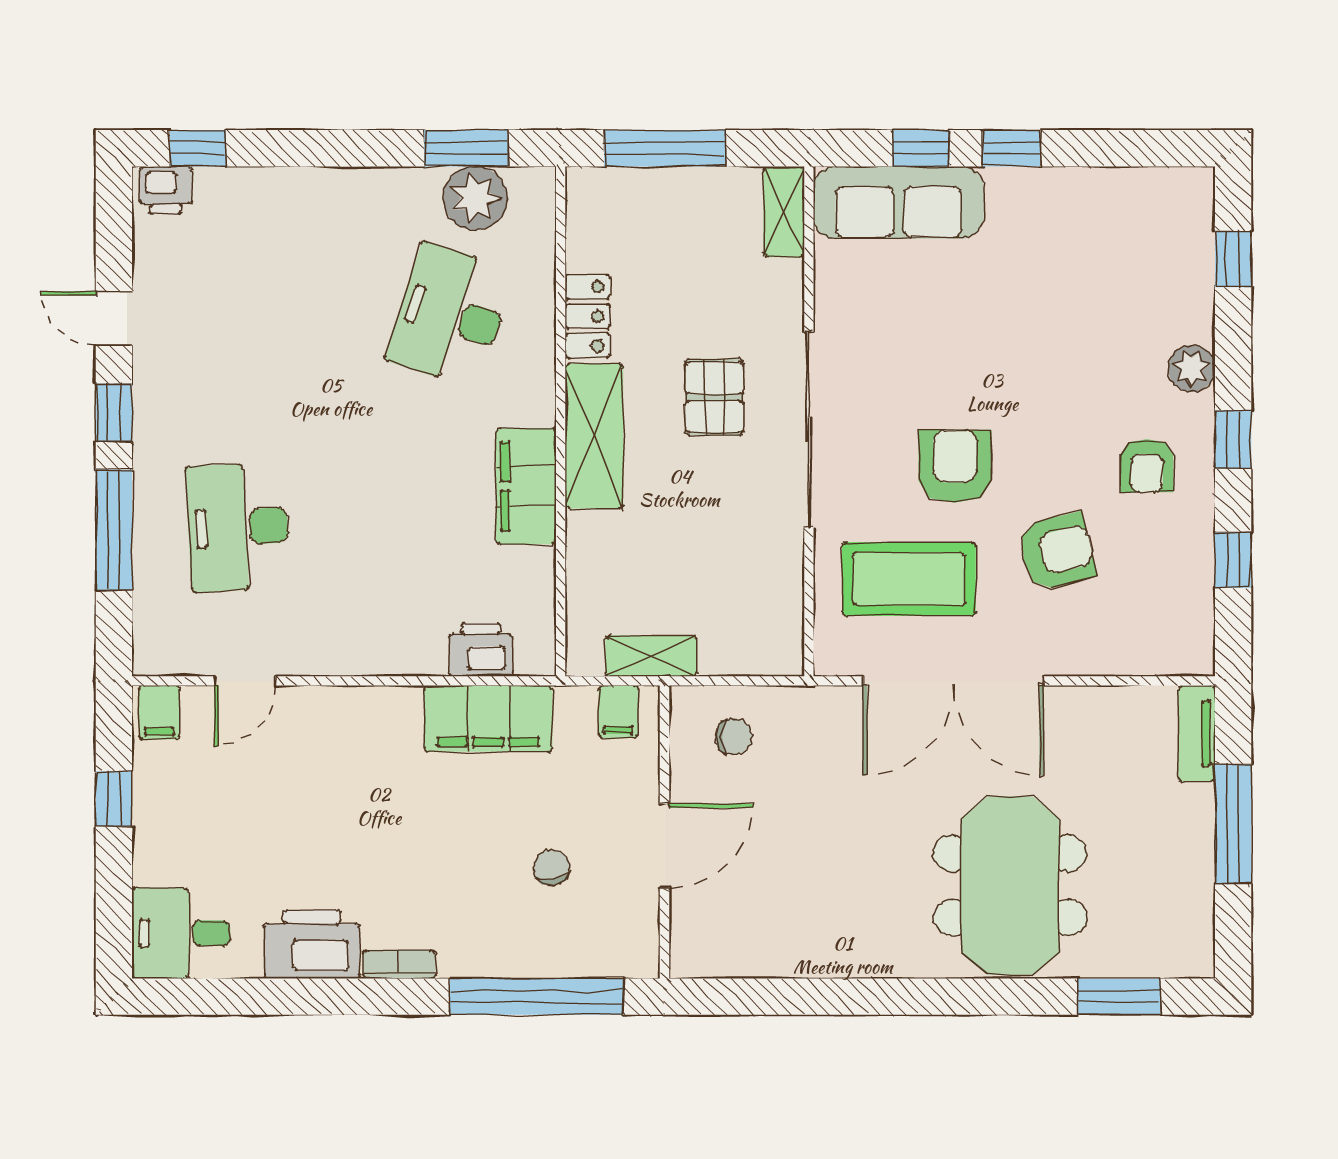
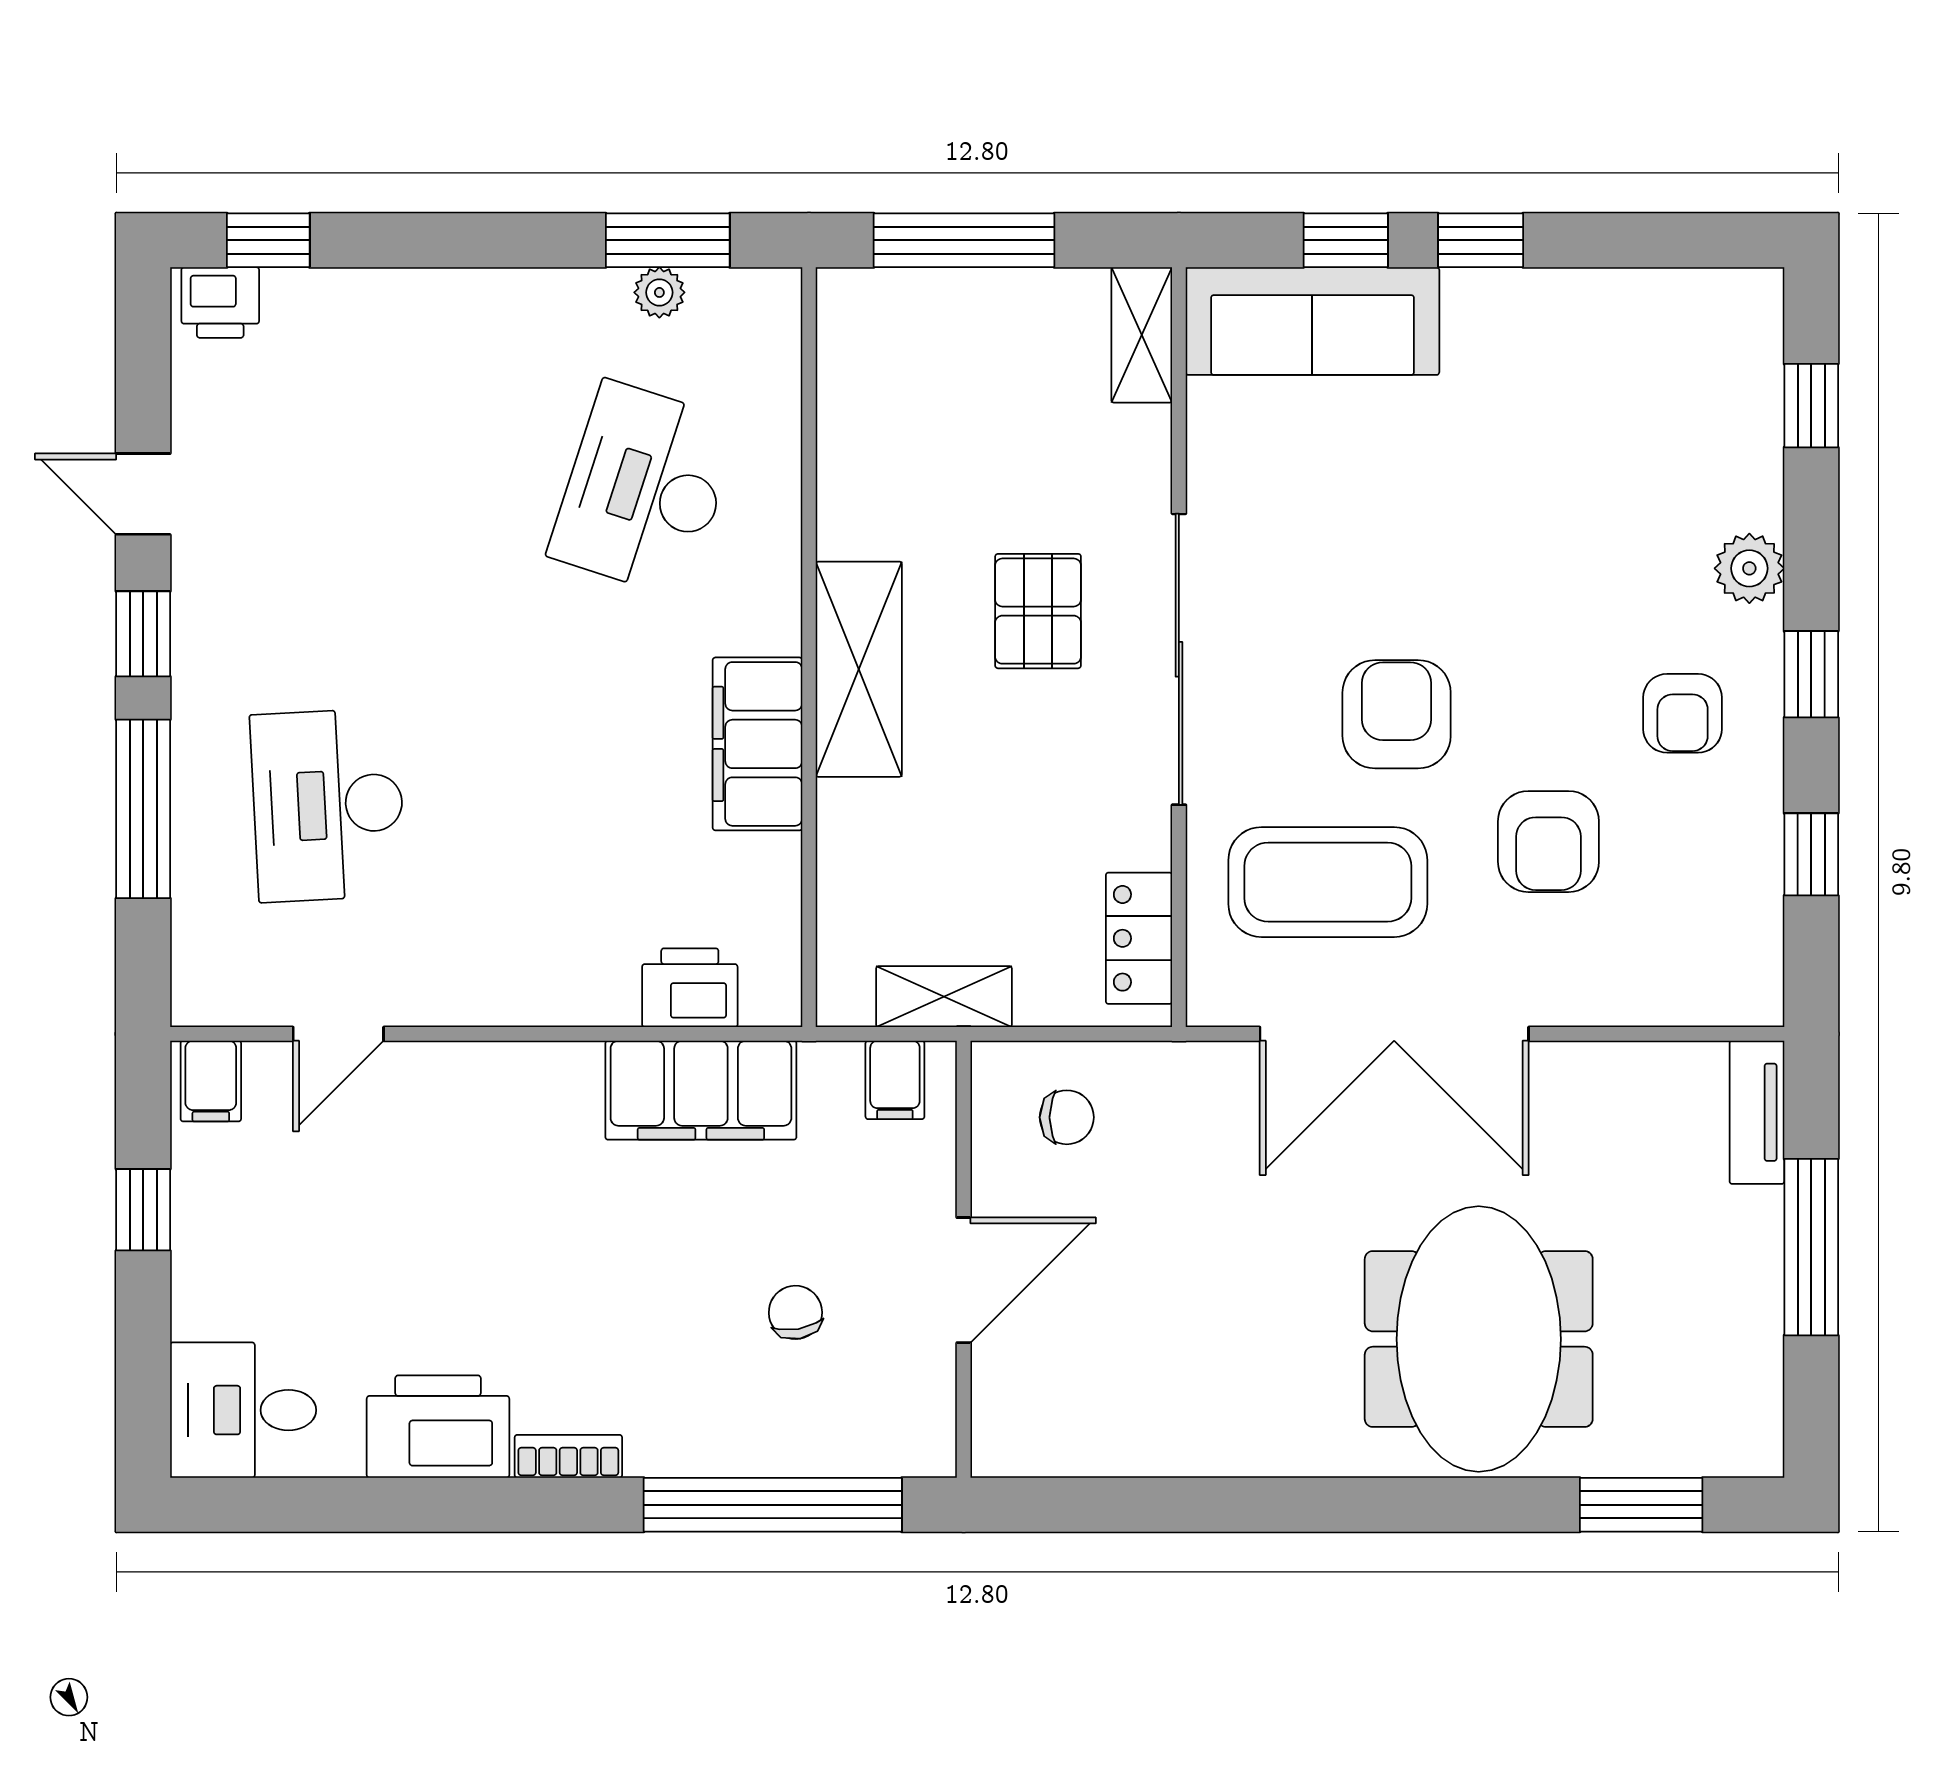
plant: (475, 198) -> (659, 292), width x0.53, depth x0.53
locker: (587, 316) -> (1139, 938), moved, turned 180
armchair: (1057, 552) -> (1548, 842), turned 104

